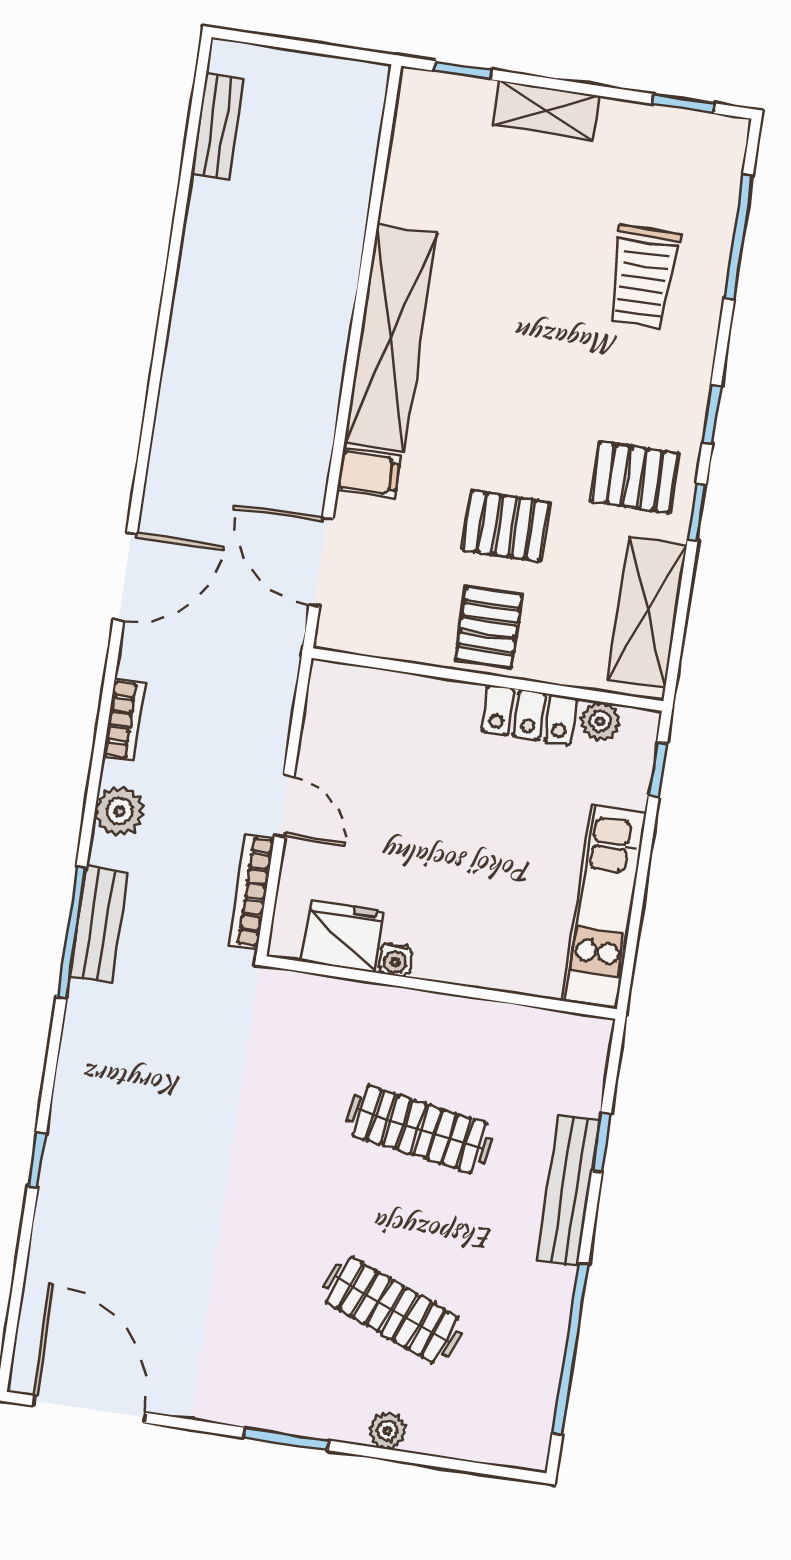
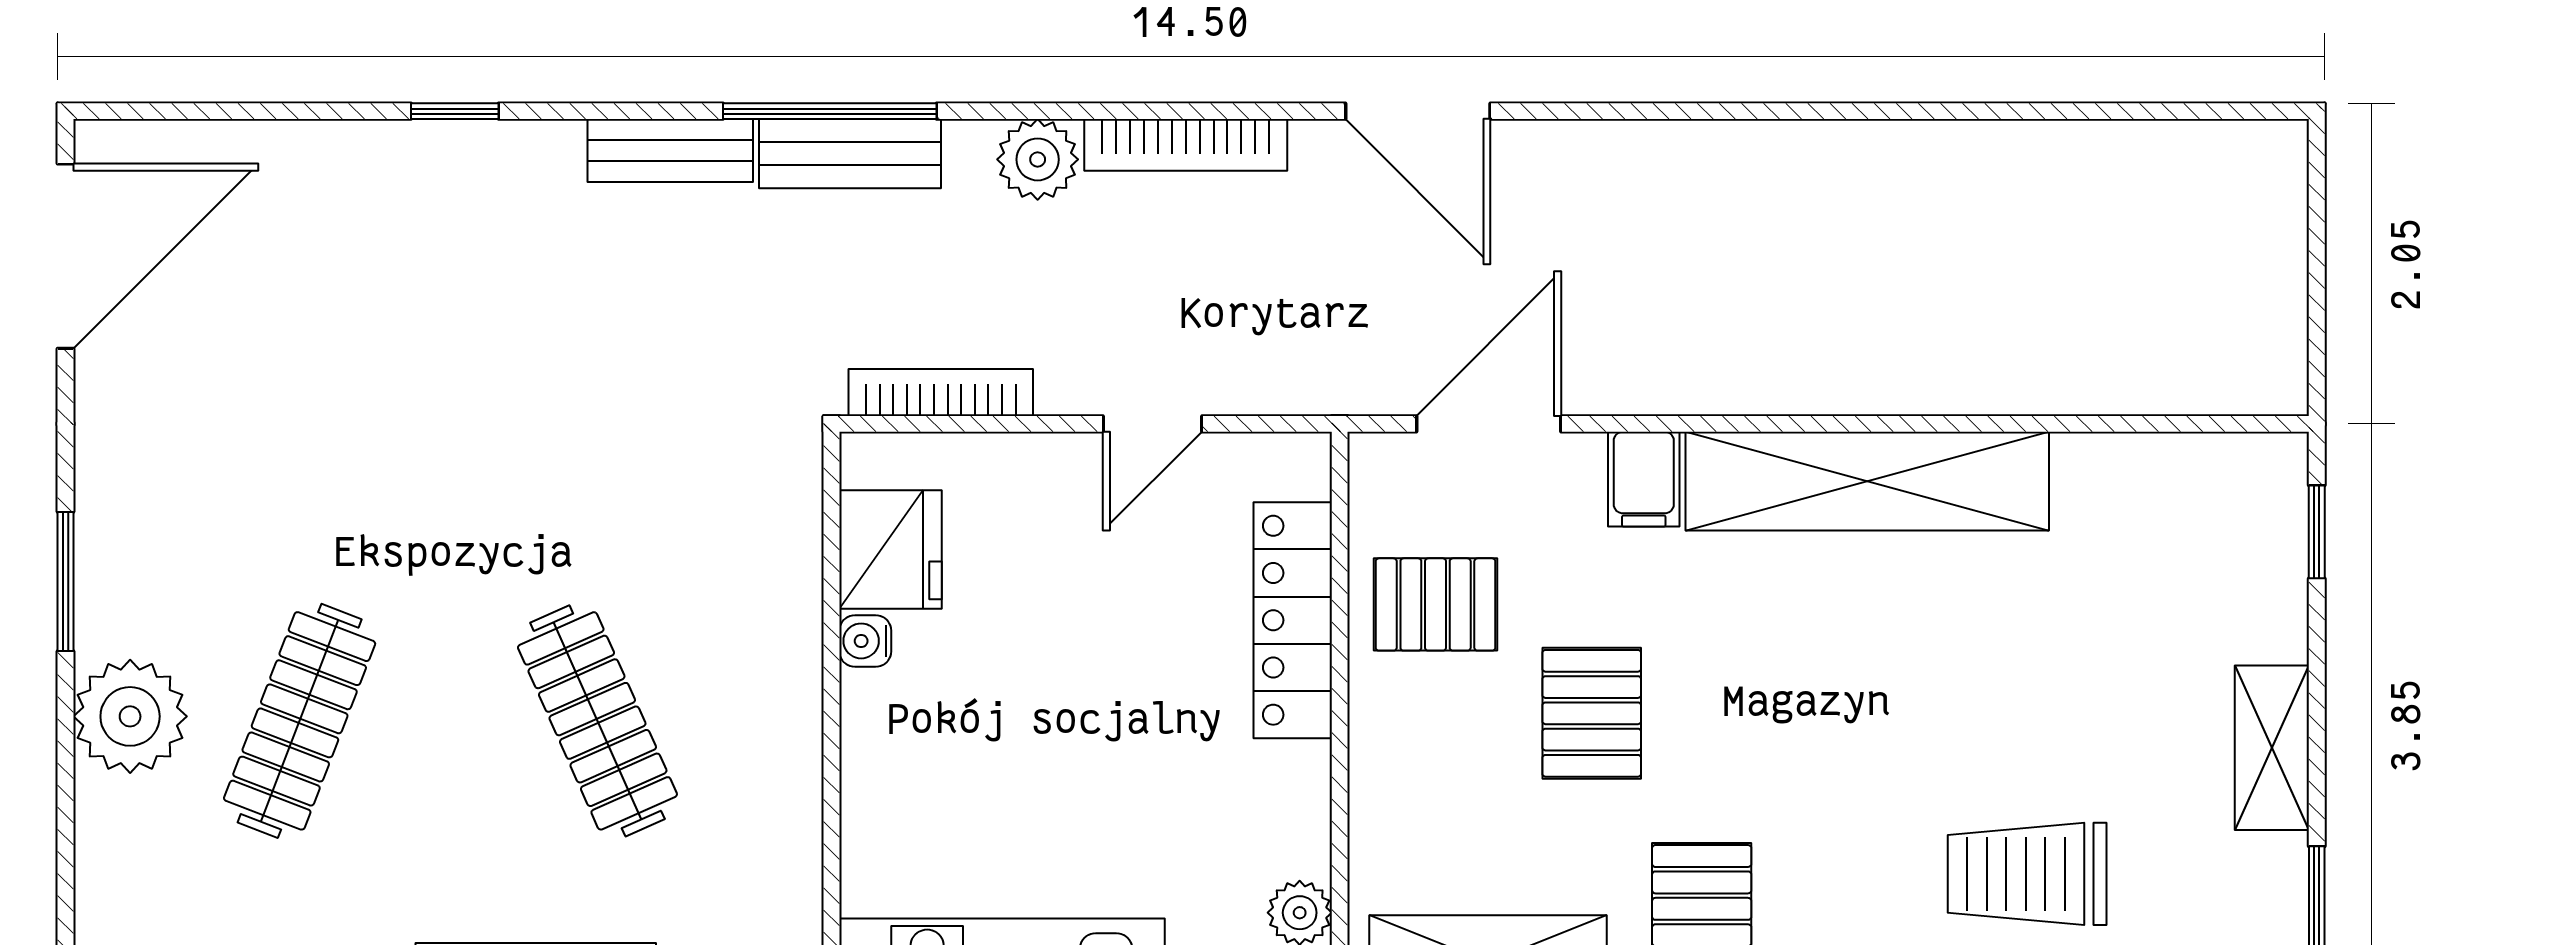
shelving: (546, 111) -> (2272, 748), moved
bench: (218, 126) -> (670, 151), moved
pallet: (489, 627) -> (1436, 604), moved
locker: (529, 715) -> (1293, 620), moved, width x1.53
bookcase: (124, 720) -> (1186, 145), width x1.56
door: (284, 806) -> (1152, 424), moved
clothes rail: (419, 1129) -> (597, 721), turned -33
plant: (387, 1431) -> (130, 716), width x1.87, depth x1.87

